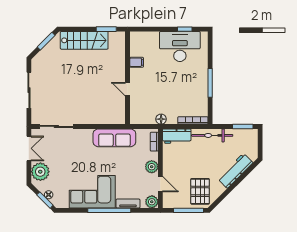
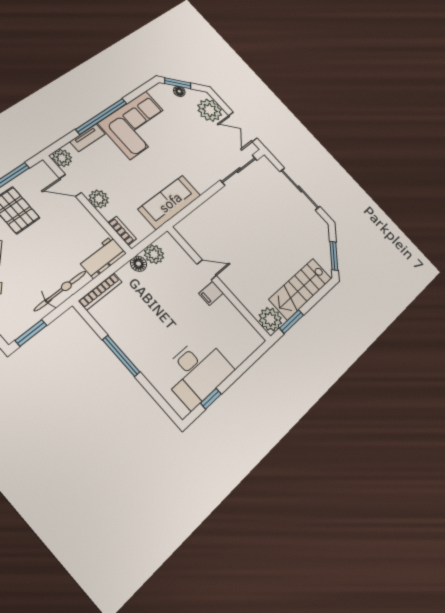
plant: (117, 39) -> (270, 319), added
filing cabinet: (137, 62) -> (211, 293), moved
plant: (148, 118) -> (154, 254), added

